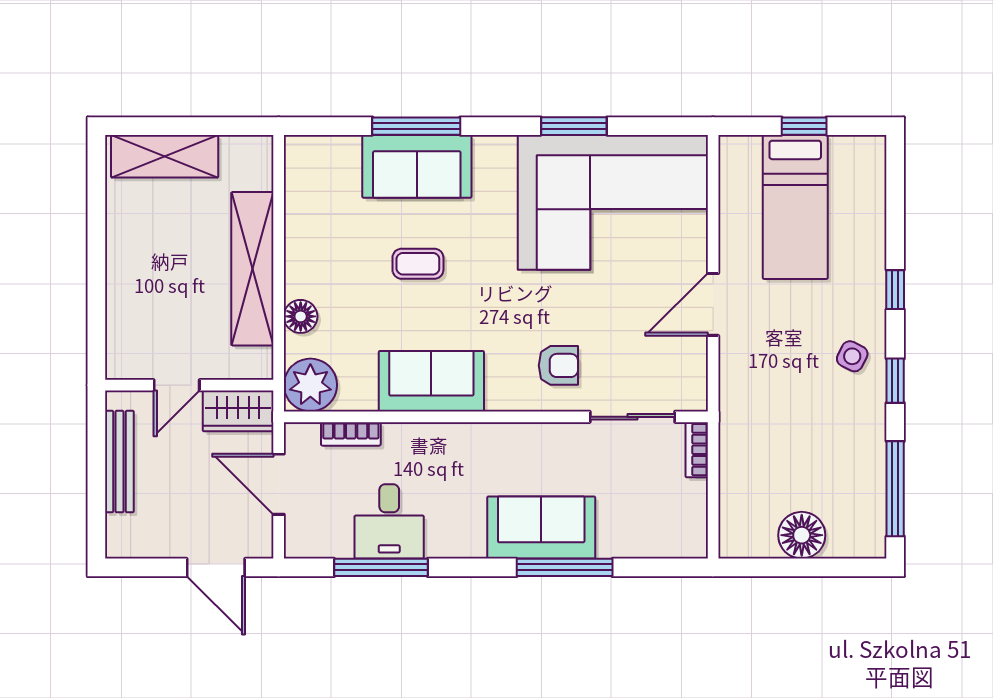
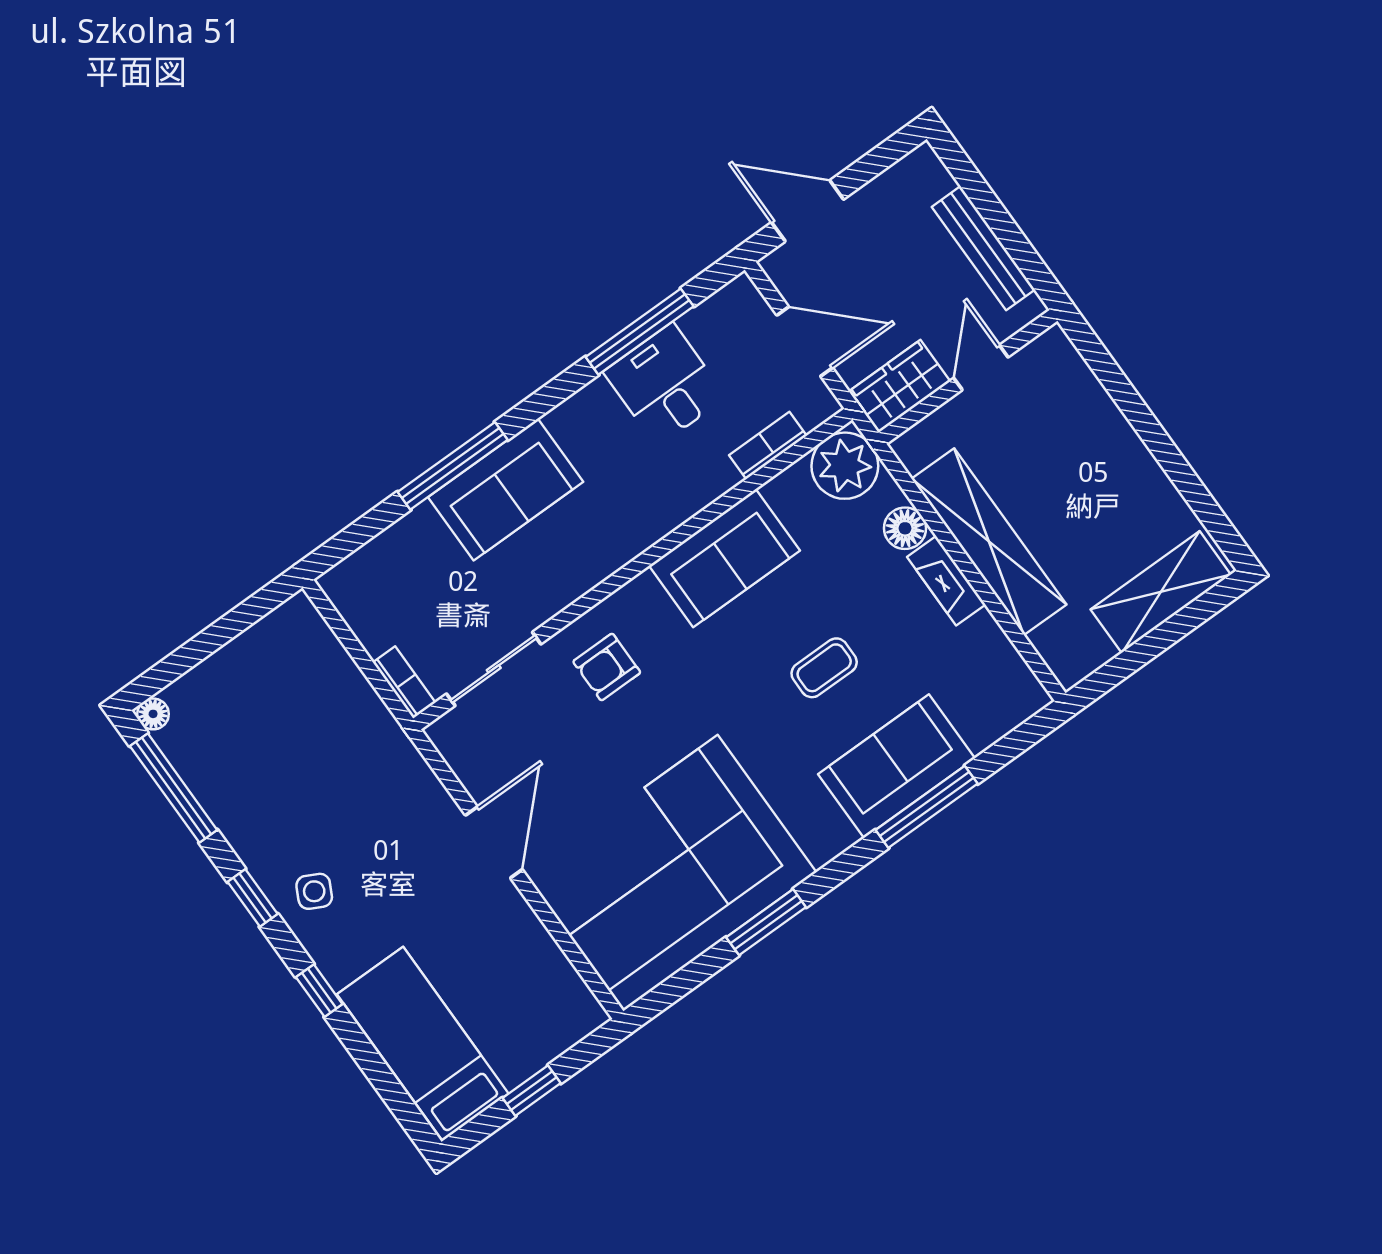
bed: (795, 207) -> (423, 1044), moved
fireplace: (298, 263) -> (946, 581), added
floor lamp: (802, 535) -> (153, 714), moved, width x0.53, depth x0.53

